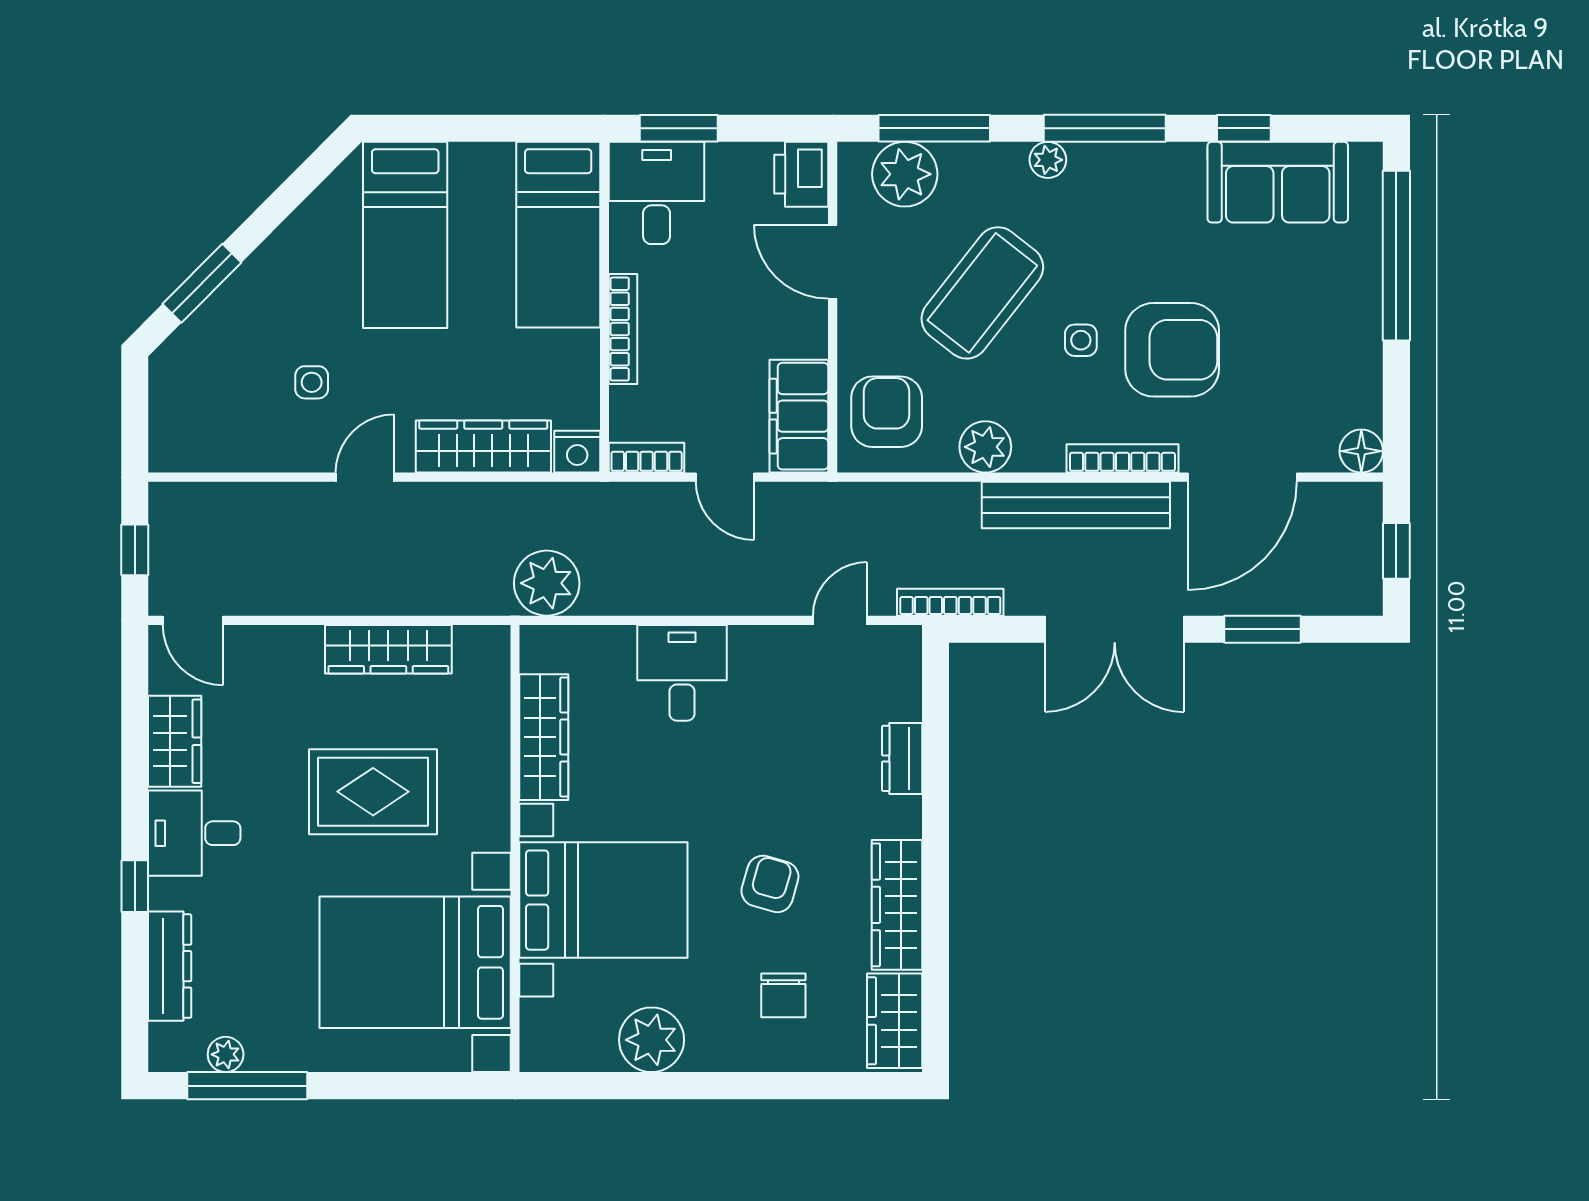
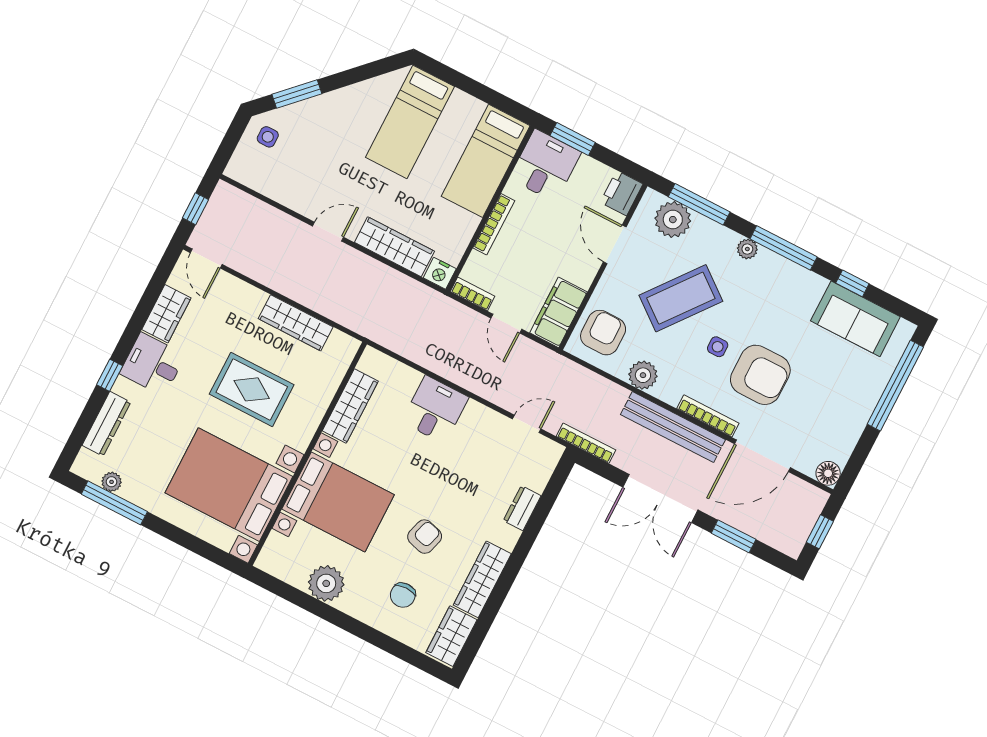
side table: (312, 382) -> (268, 137), moved
plant: (547, 583) -> (391, 331), removed

